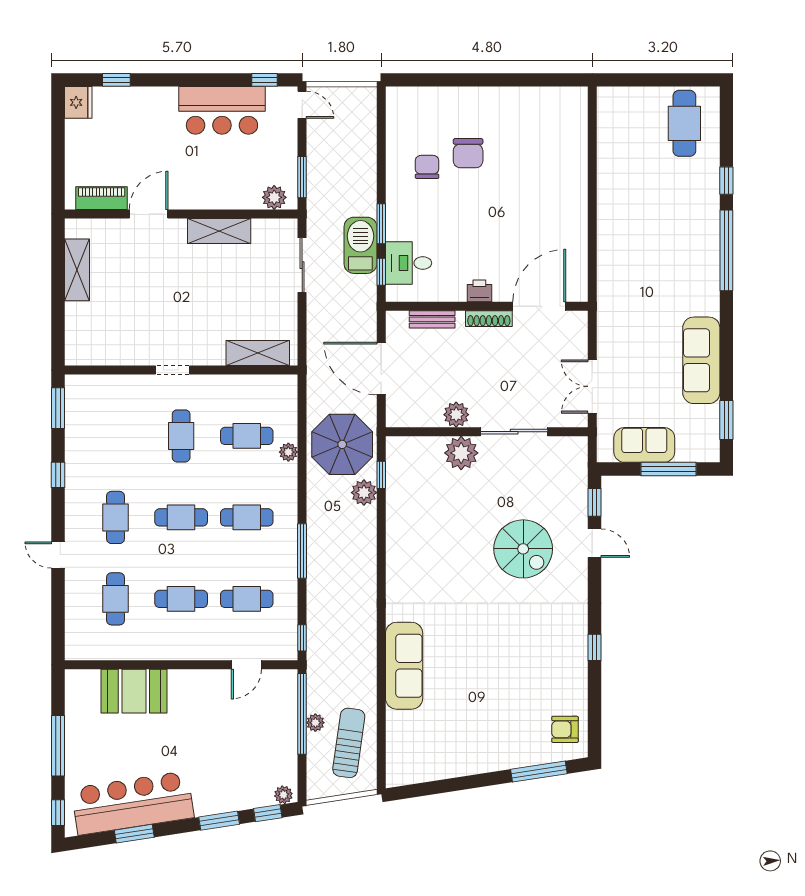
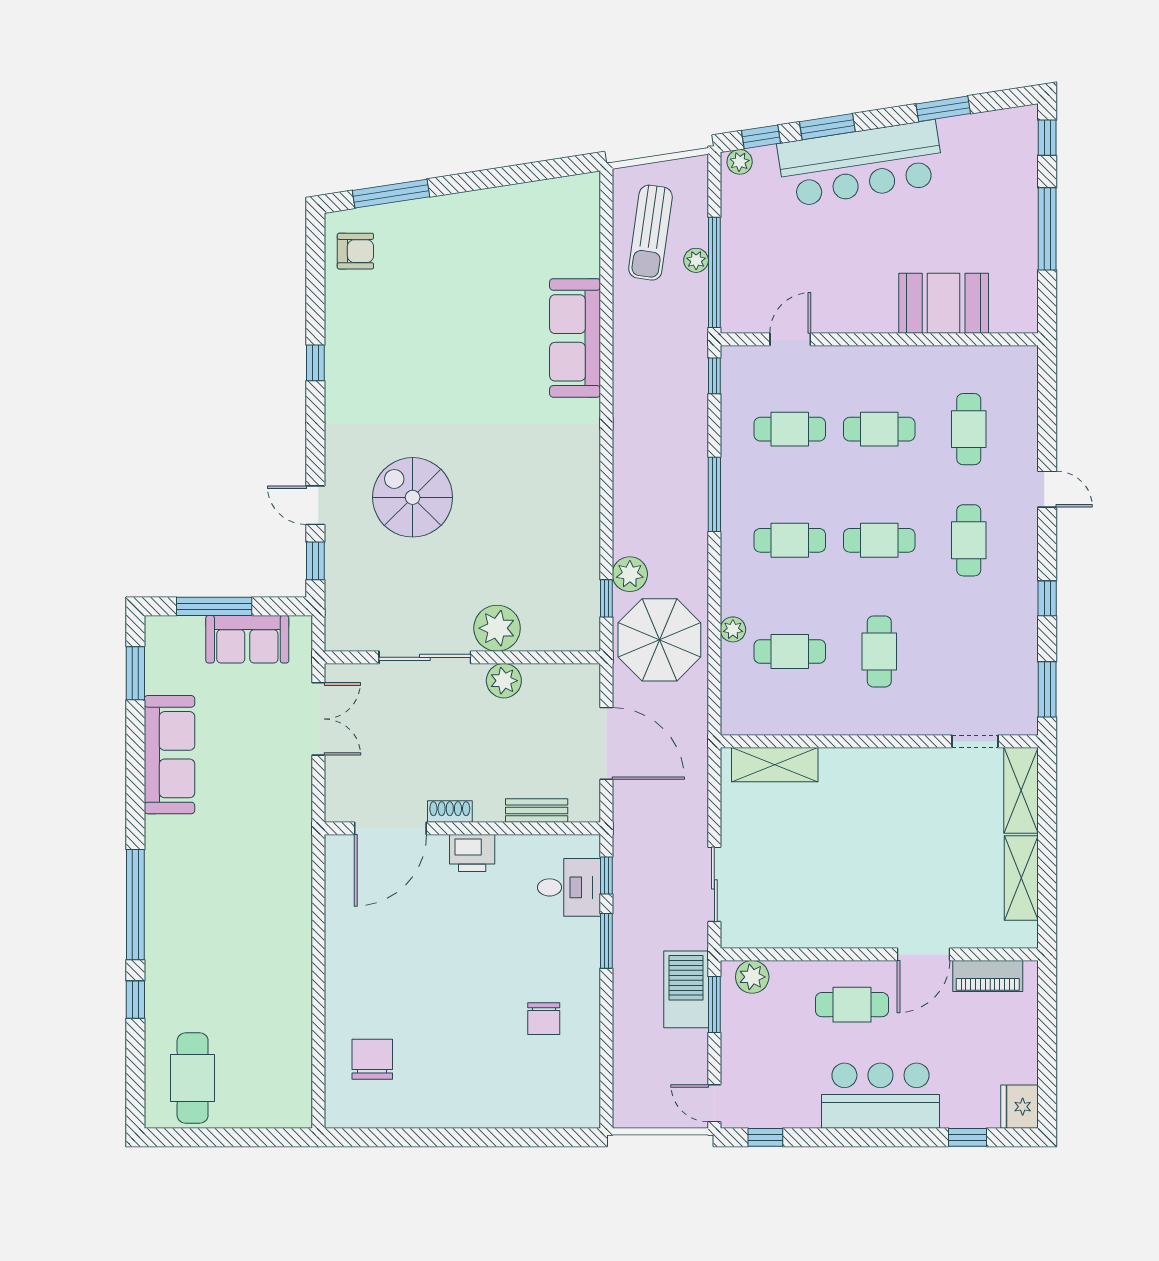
bar counter: (222, 110) -> (880, 1096), moved
chair: (468, 153) -> (372, 1059), moved
cafe table: (201, 177) -> (852, 1005), added
shelving: (219, 231) -> (1021, 790), moved, turned 90
barbecue: (360, 245) -> (686, 989), moved, turned 180
printer: (479, 291) -> (472, 853), width x1.36, depth x1.24
shoe rack: (489, 319) -> (450, 811), width x0.70
doorway: (173, 370) -> (975, 741), moved
bar counter: (133, 803) -> (861, 164), moved

